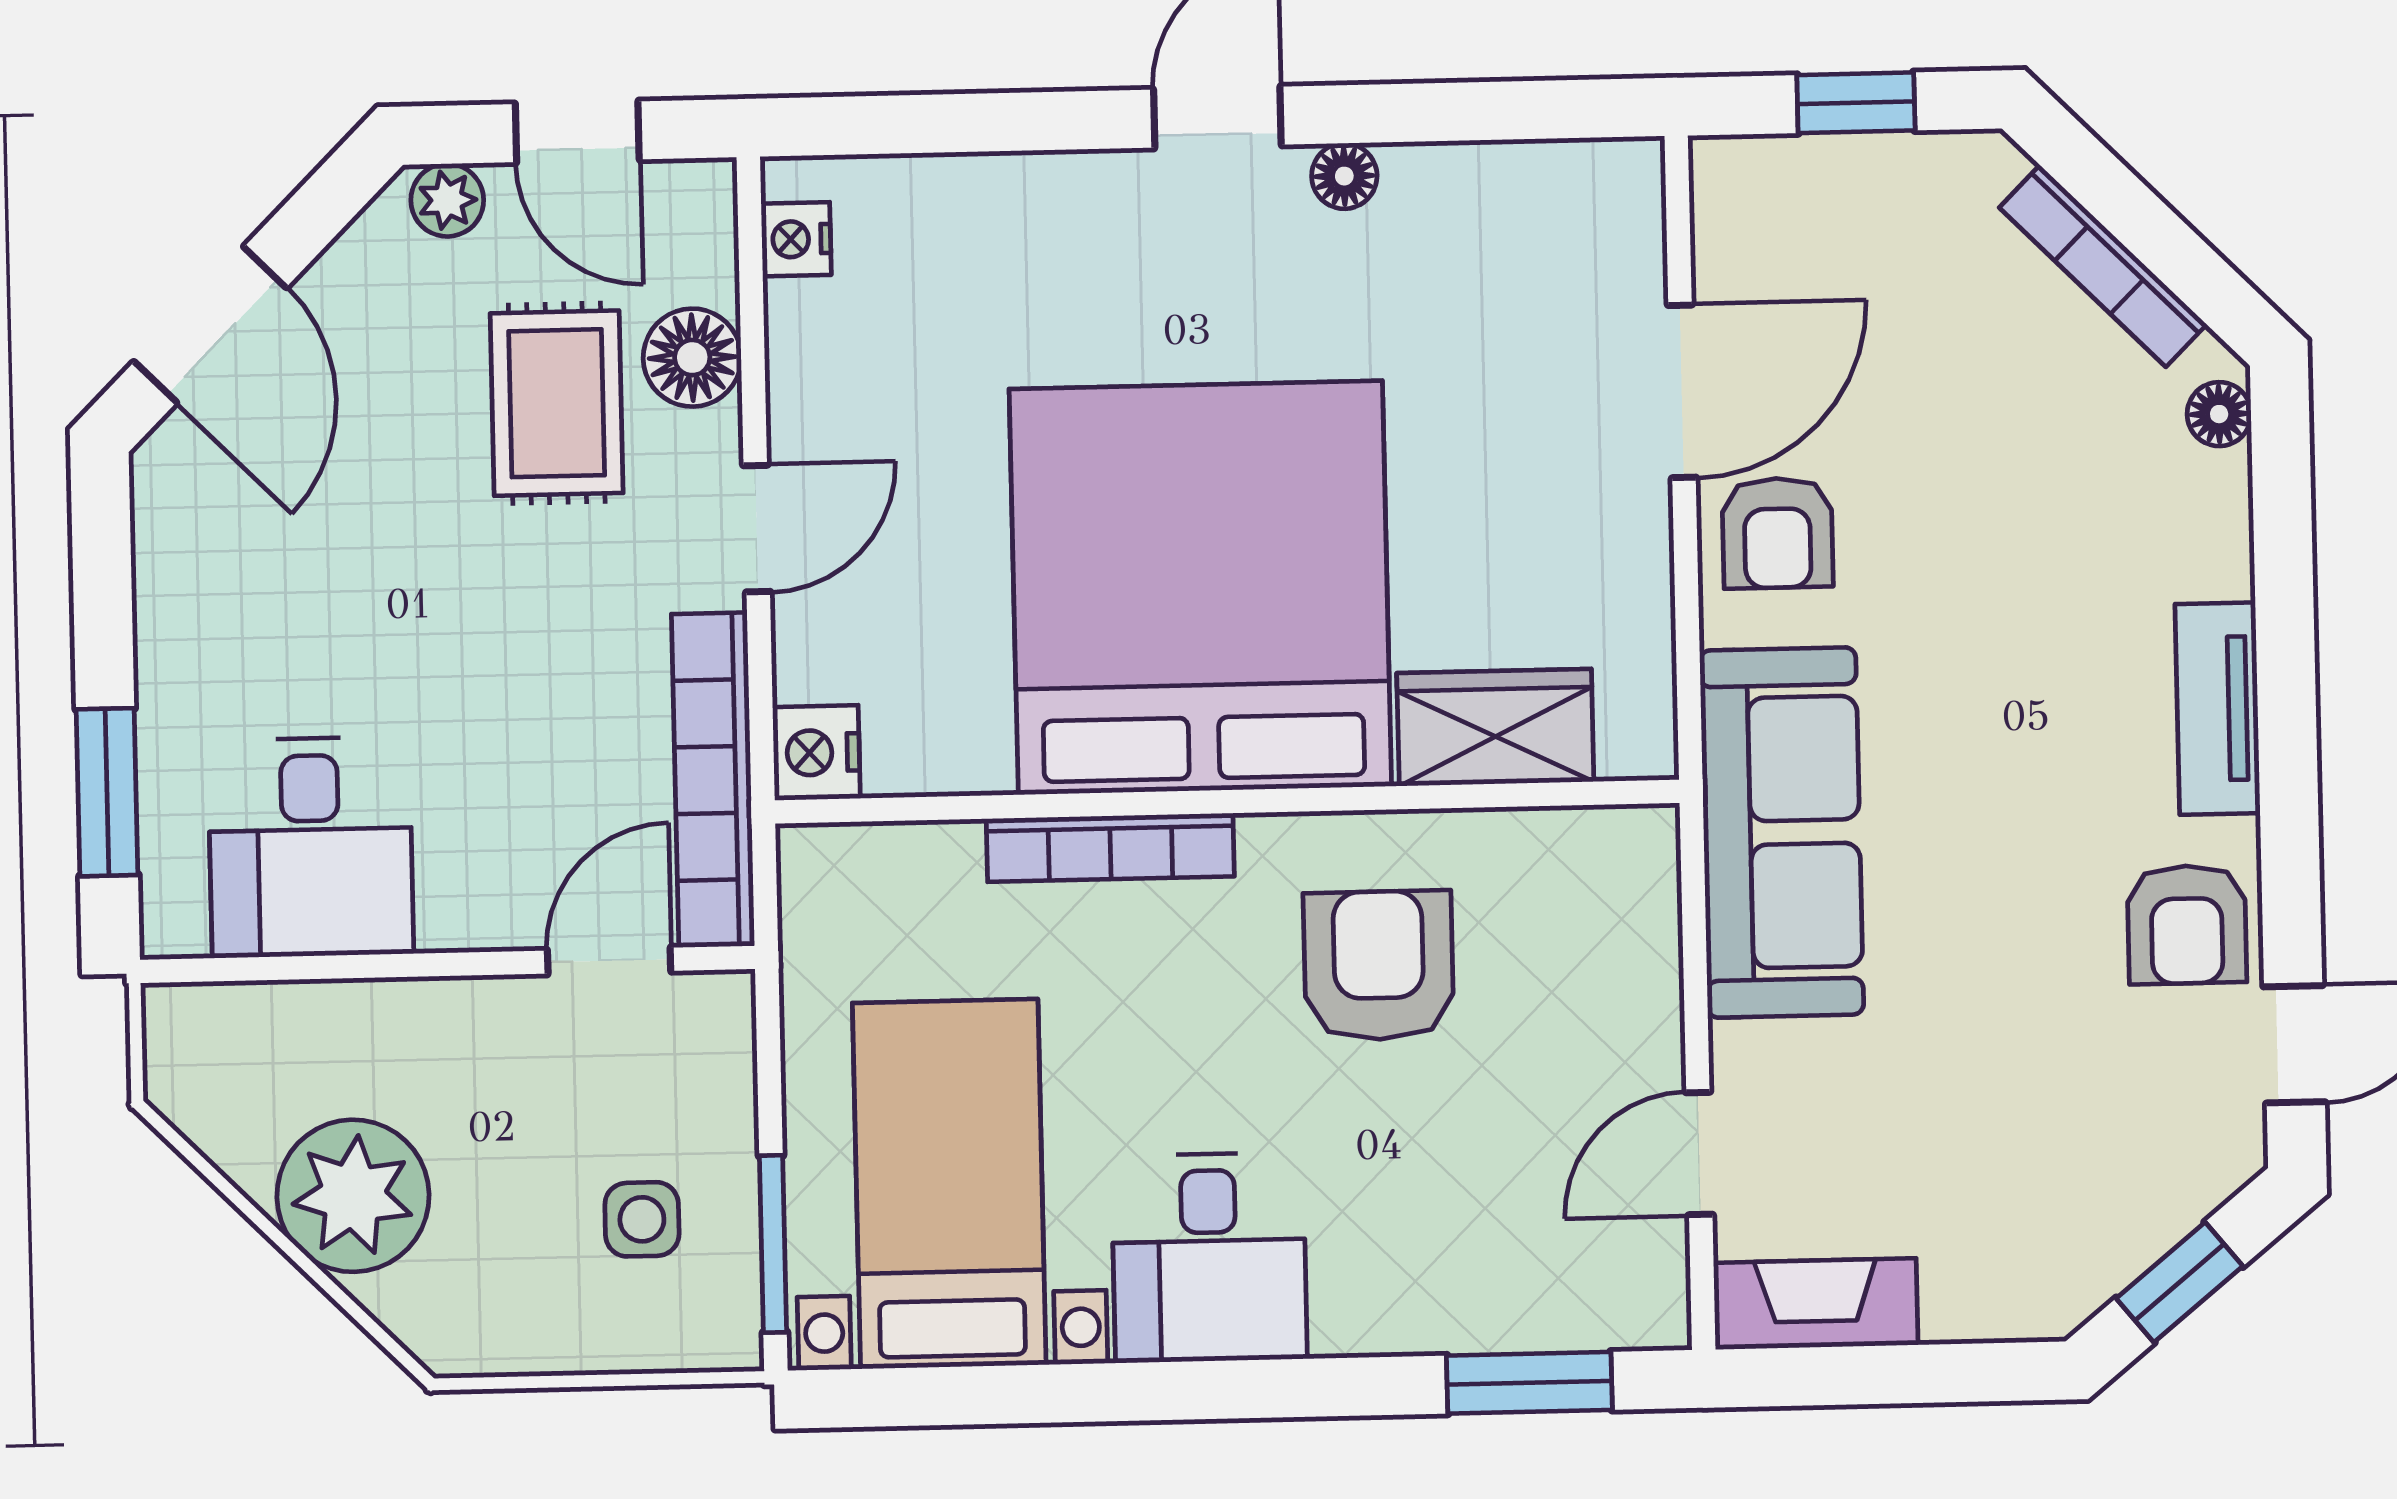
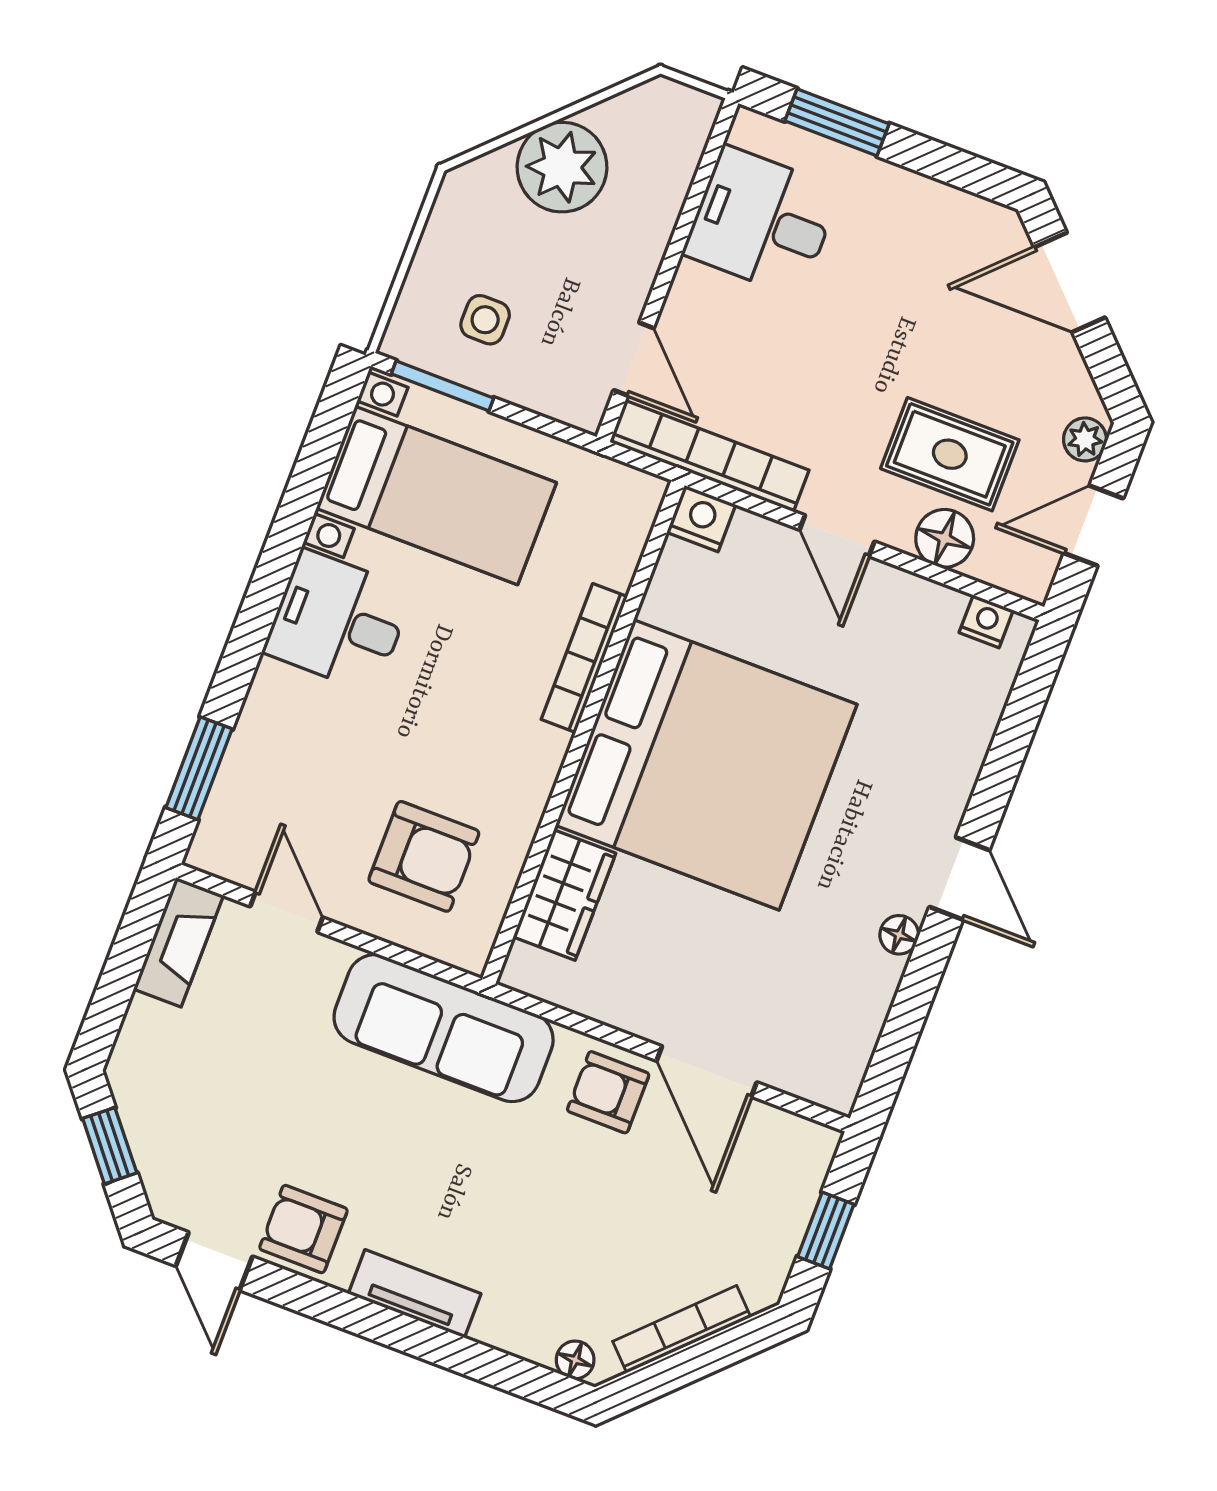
armchair: (1379, 966) -> (424, 856), moved

